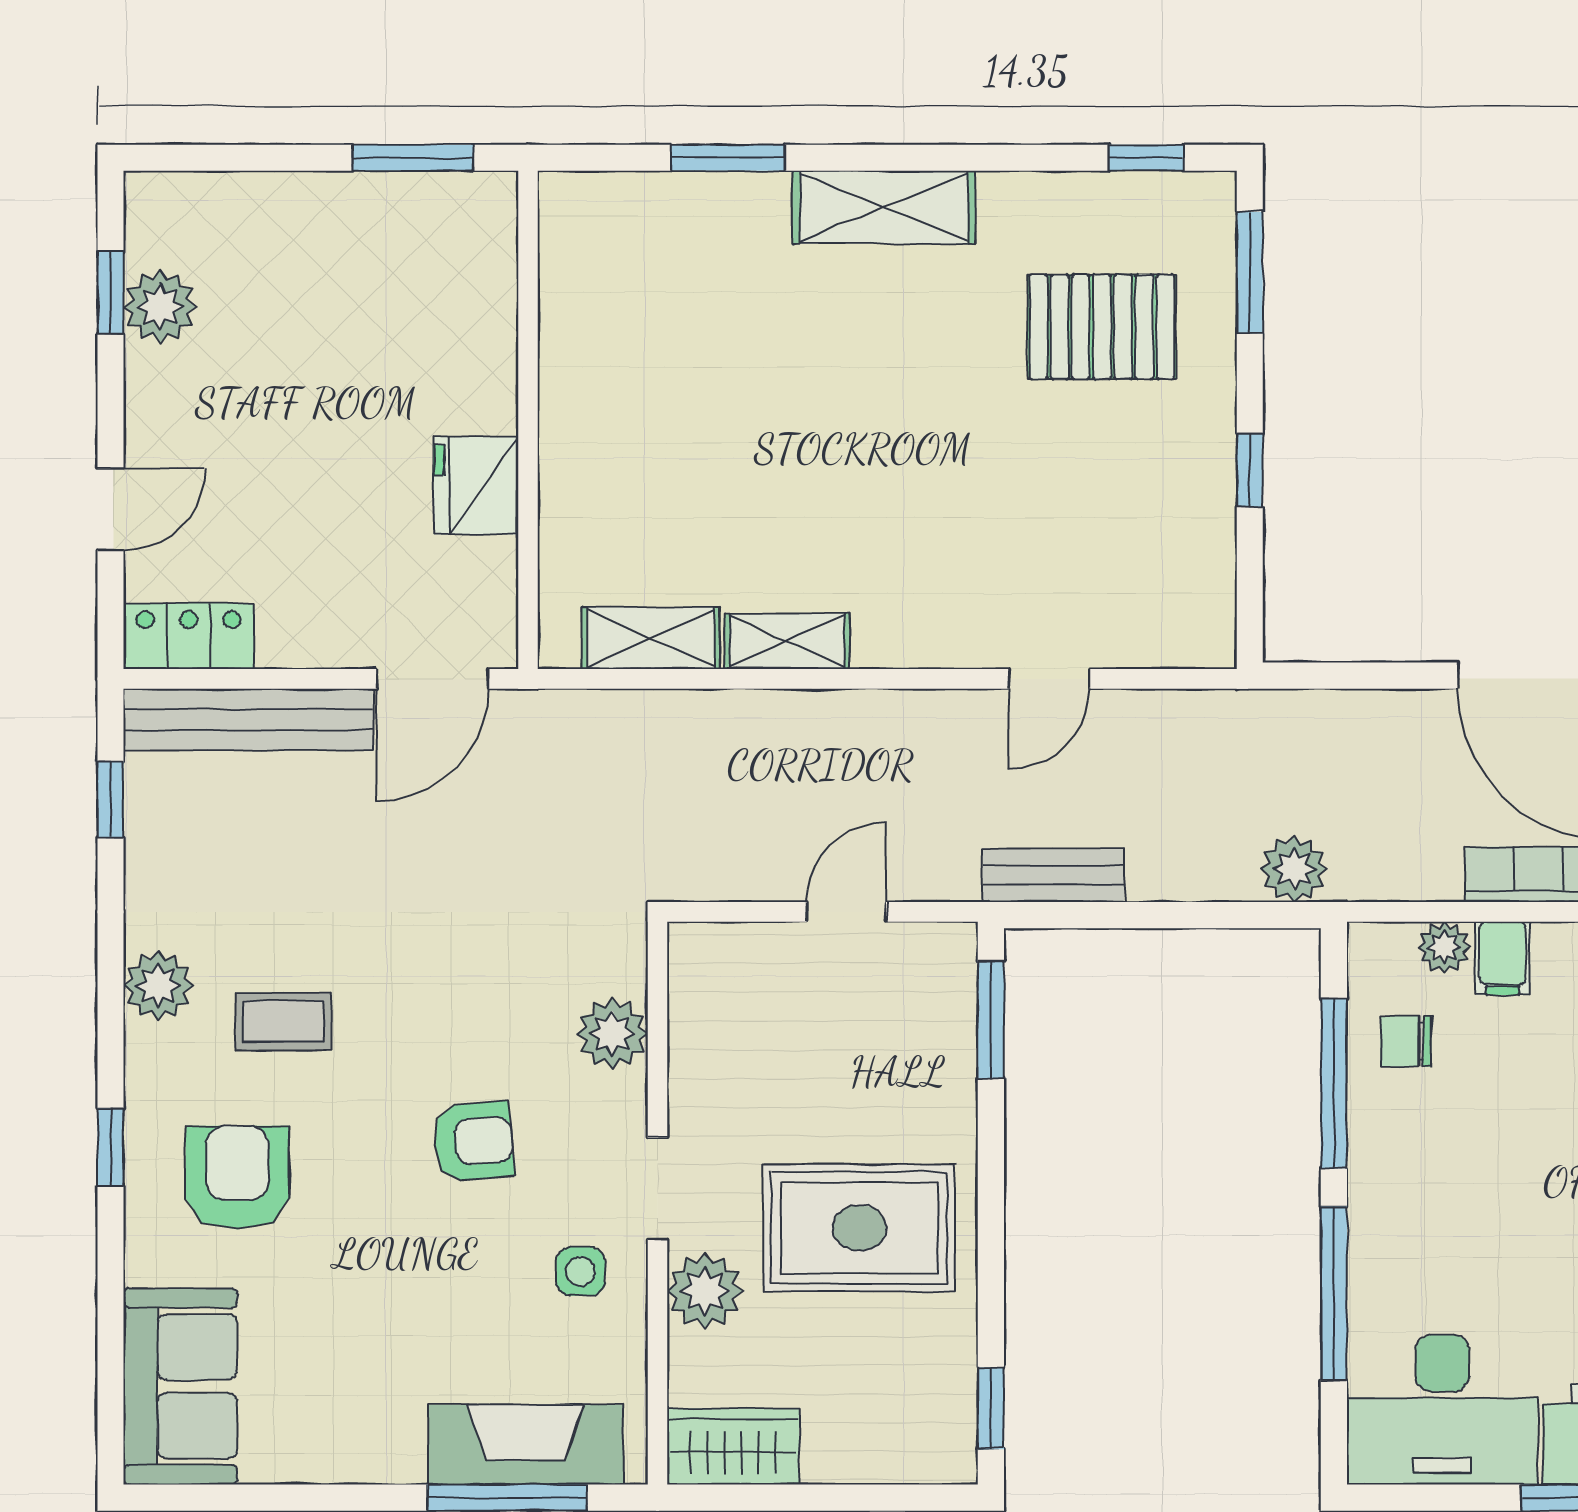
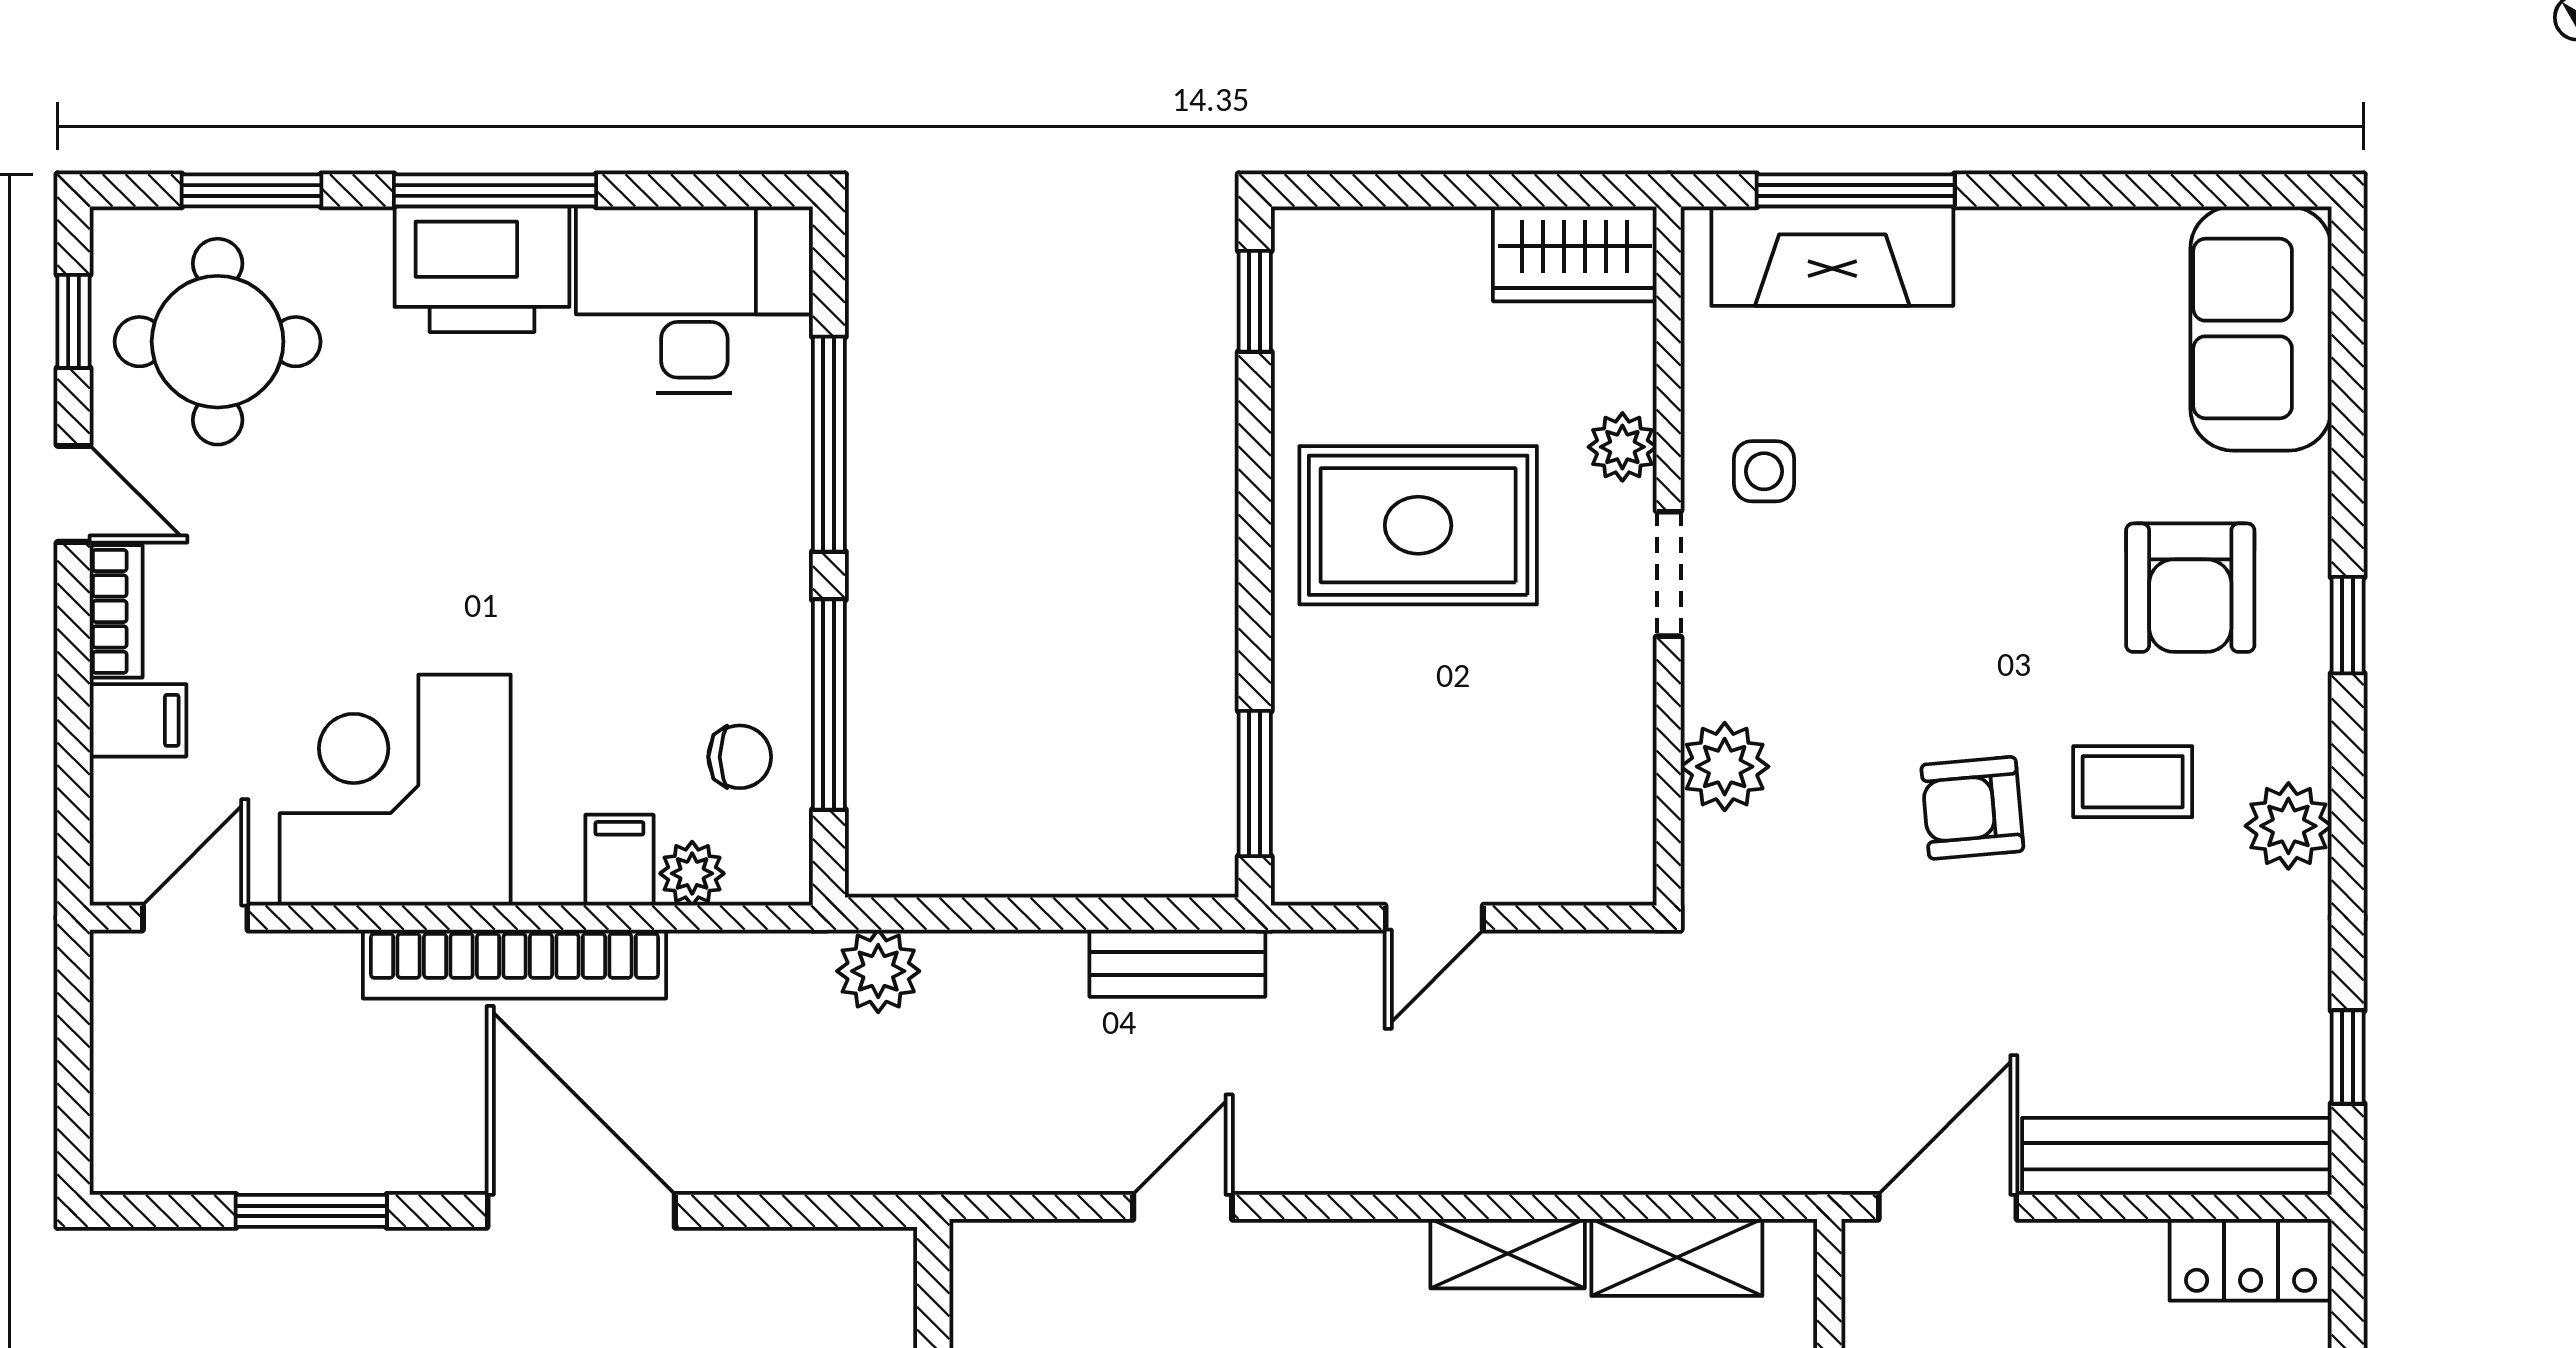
armchair: (473, 1141) -> (1972, 808), moved
plant: (705, 1291) -> (1622, 447), width x0.73, depth x0.73

